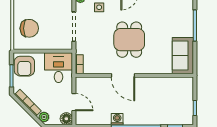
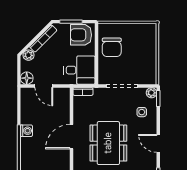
chair: (29, 28) -> (112, 47), moved
dining table: (129, 40) -> (108, 143), width x1.38
door: (74, 102) -> (44, 86), hinge flipped

